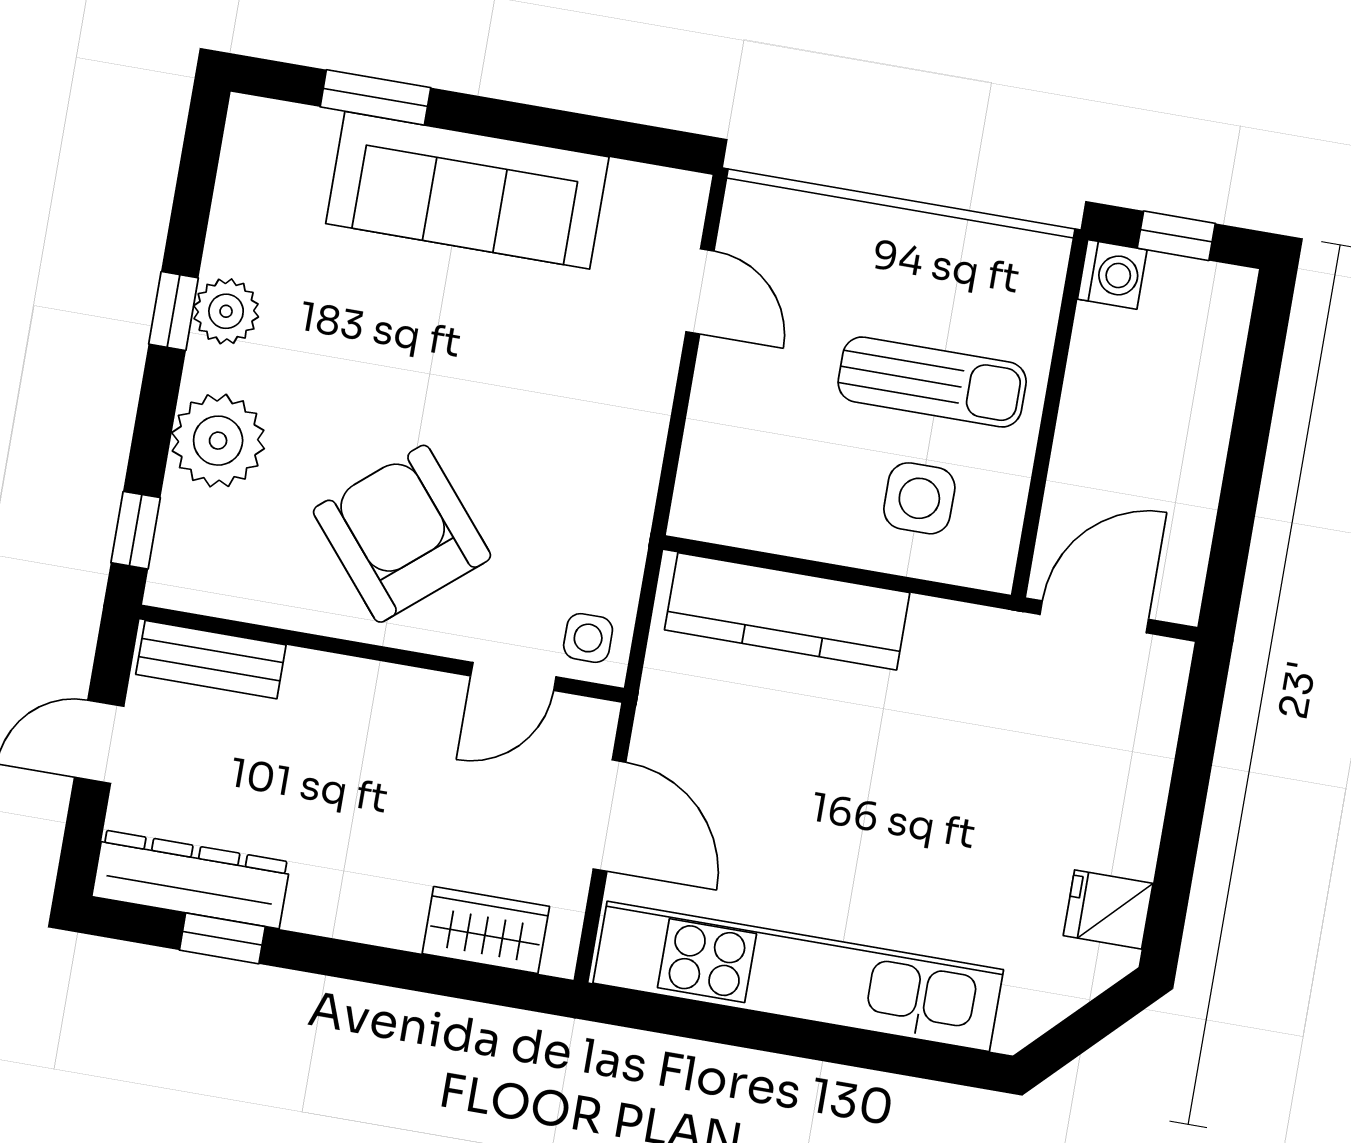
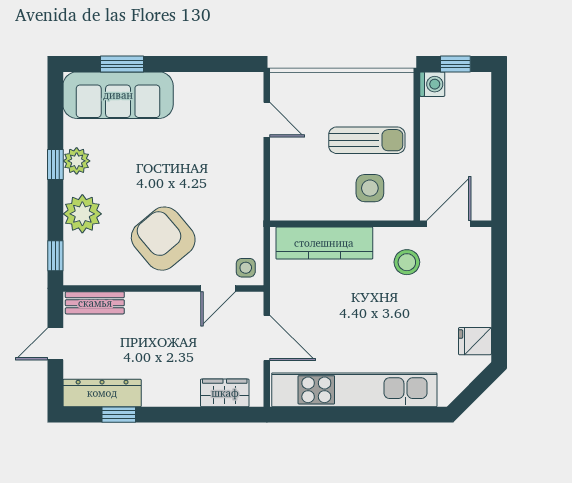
sofa: (467, 190) -> (118, 95), moved
stool: (977, 692) -> (407, 262), added

